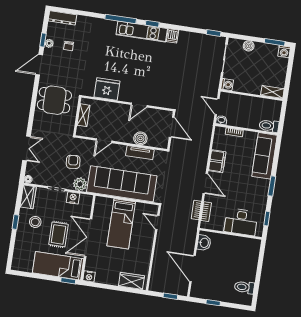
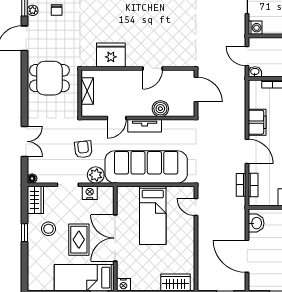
tv unit: (140, 153) -> (145, 126), moved

